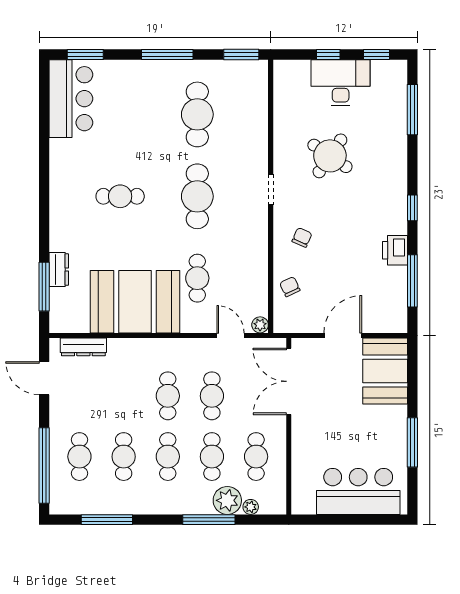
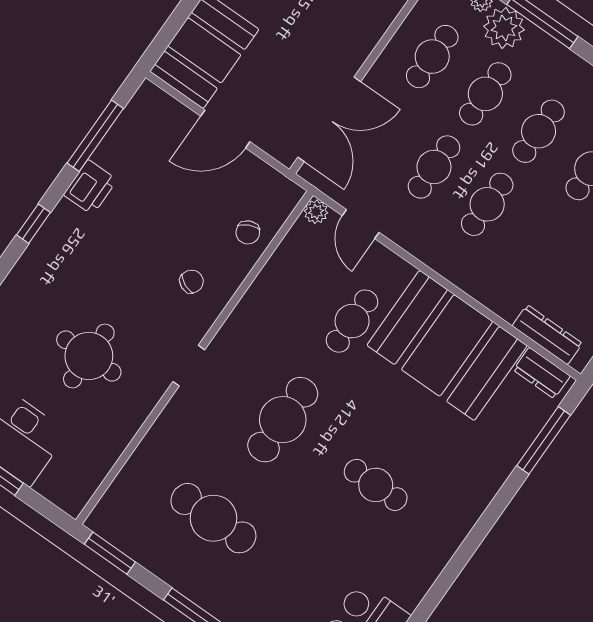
cafe table: (197, 114) -> (213, 518), turned 90
round table: (330, 156) -> (89, 356), turned -34
chair: (302, 237) -> (192, 281), turned 180
dresser: (59, 270) -> (542, 373), moved, turned -90

